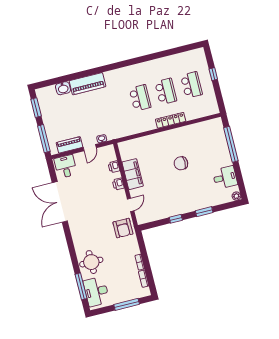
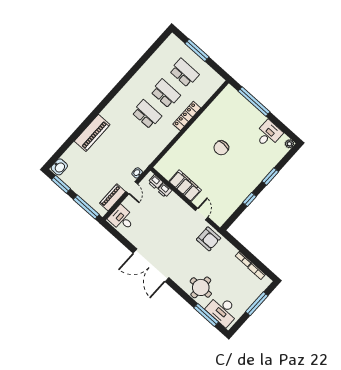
window: (213, 74) -> (197, 50), width x2.17
washbasin: (63, 88) -> (59, 167), moved
printer: (118, 184) -> (155, 182), moved
double door: (60, 202) -> (151, 265), moved

